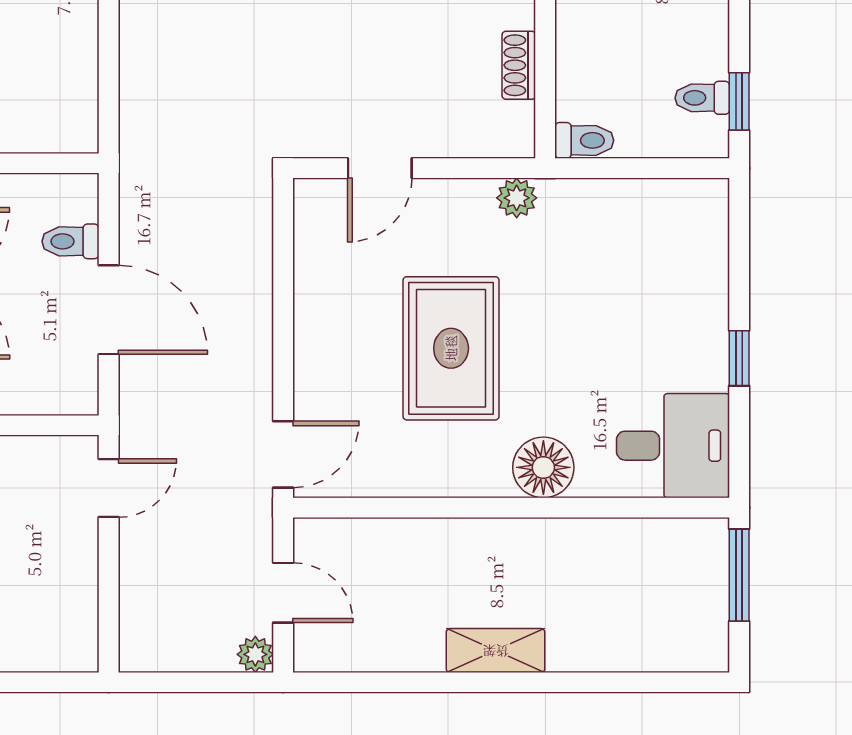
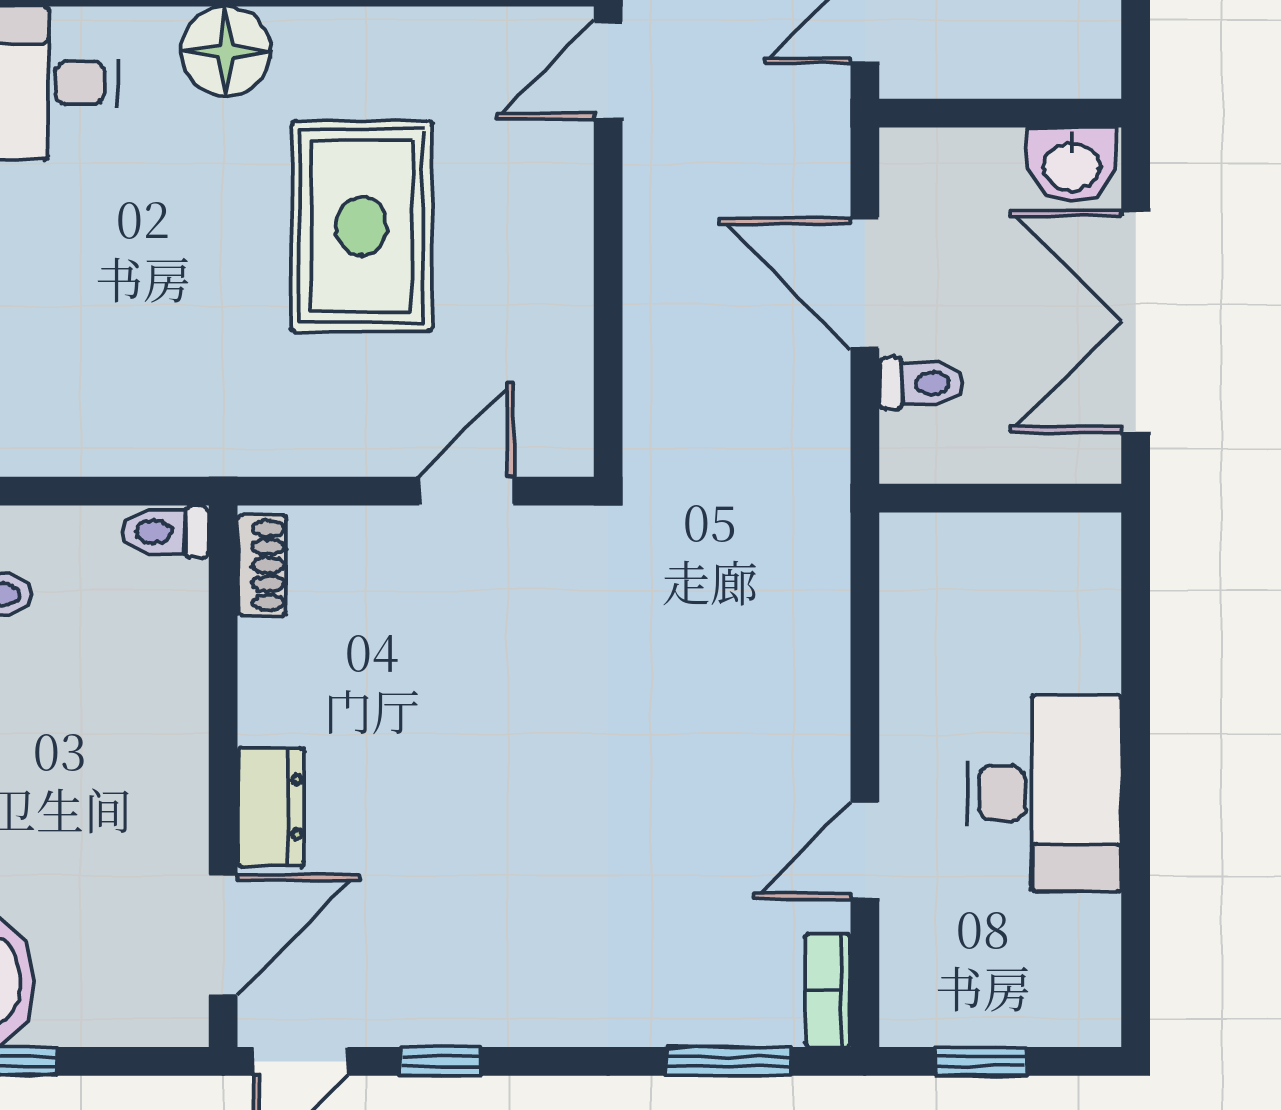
shoe rack: (519, 65) -> (262, 565), moved
plant: (517, 198) -> (265, 447), removed

